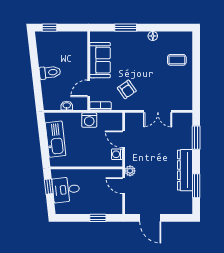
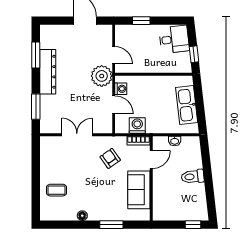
washing machine: (89, 120) -> (137, 126), moved
plant: (130, 171) -> (102, 76), width x1.88, depth x1.88
desk: (66, 190) -> (174, 39), moved

